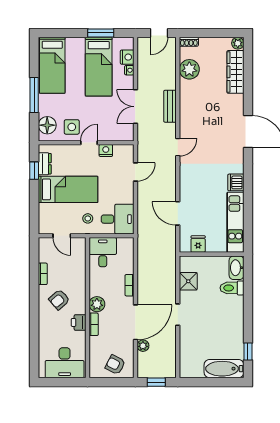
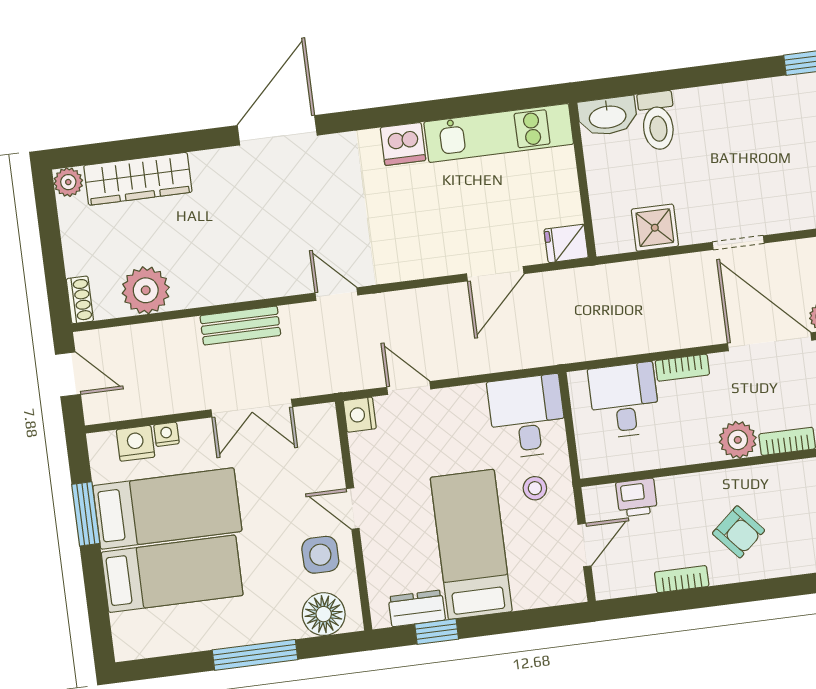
bed: (52, 65) -> (172, 574), moved
nightstand: (106, 151) -> (360, 415), moved
fridge: (198, 244) -> (566, 243), moved
desk: (103, 252) -> (624, 400), moved, turned 90
printer: (79, 322) -> (637, 498), moved

